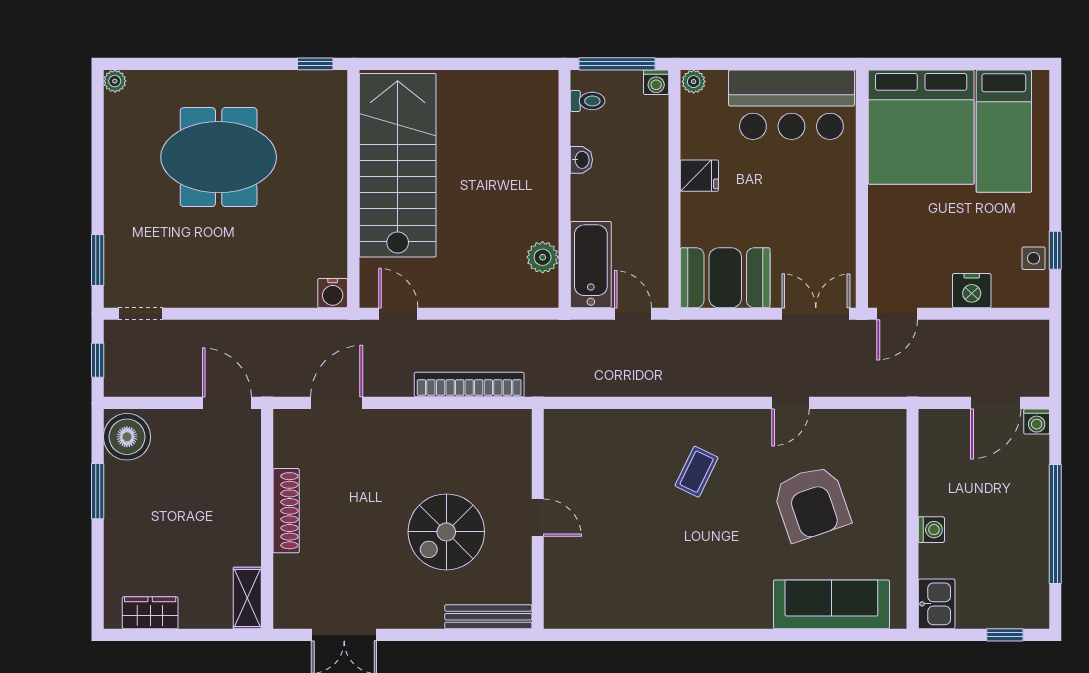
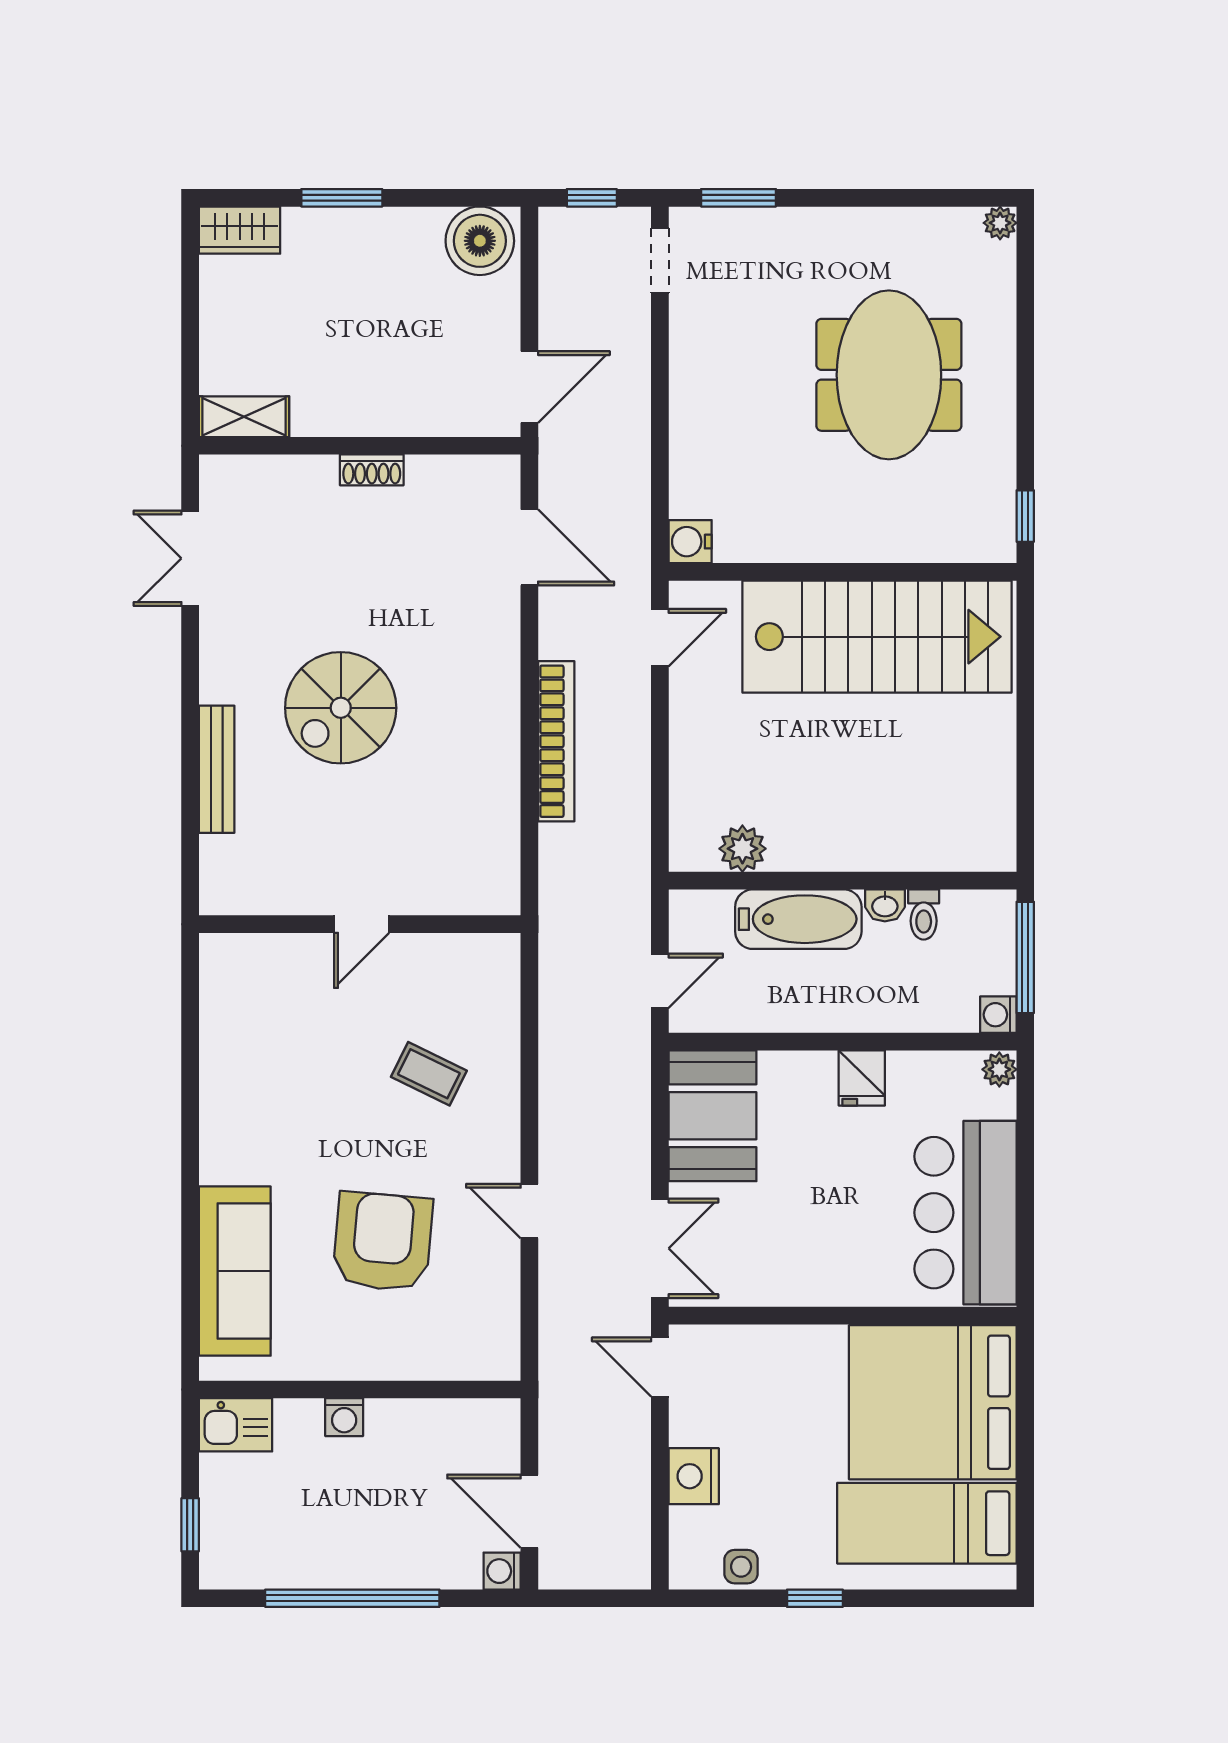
toilet: (588, 101) -> (924, 914), moved
window: (1055, 250) -> (815, 1598), moved
bathtub: (591, 265) -> (798, 919), moved
window: (98, 491) -> (342, 198), moved
armchair: (811, 503) -> (383, 1242), turned 114
shoe rack: (286, 511) -> (372, 470), width x0.51, depth x0.81
door: (538, 518) -> (362, 924), moved
wall: (538, 519) -> (360, 924), moved
spiral stairs: (446, 532) -> (341, 708), turned -90
wardrobe: (150, 613) -> (240, 230), moved, turned 90

